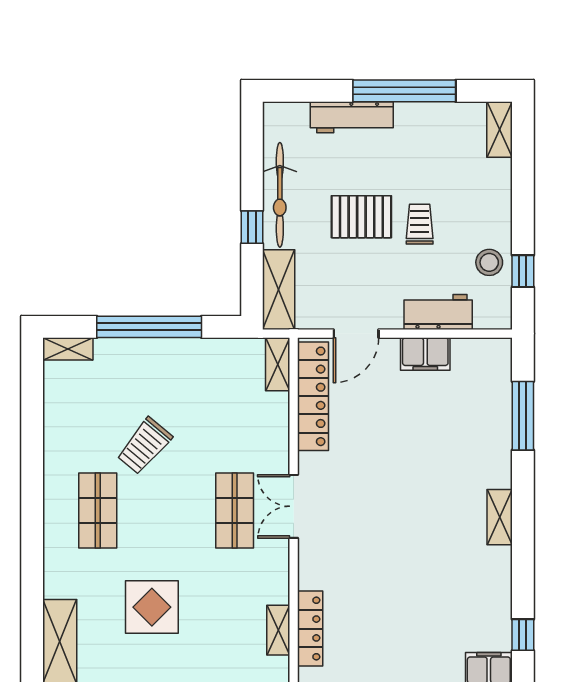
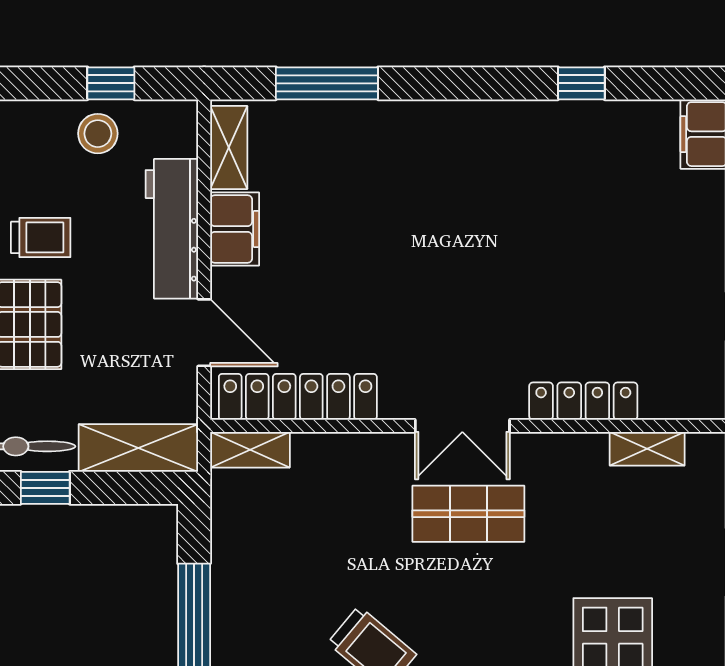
trolley: (420, 224) -> (41, 237), turned 180
workbench: (438, 312) -> (172, 229), width x1.38
shelving: (500, 517) -> (229, 148), moved, turned 90
locker: (310, 629) -> (583, 401), moved
window: (523, 635) -> (581, 83), moved

